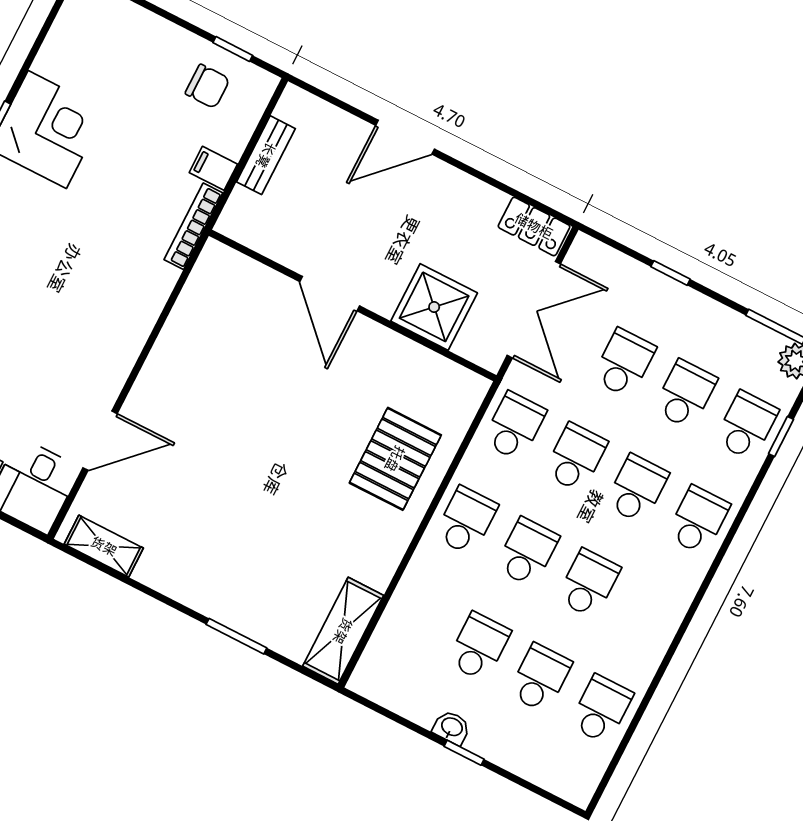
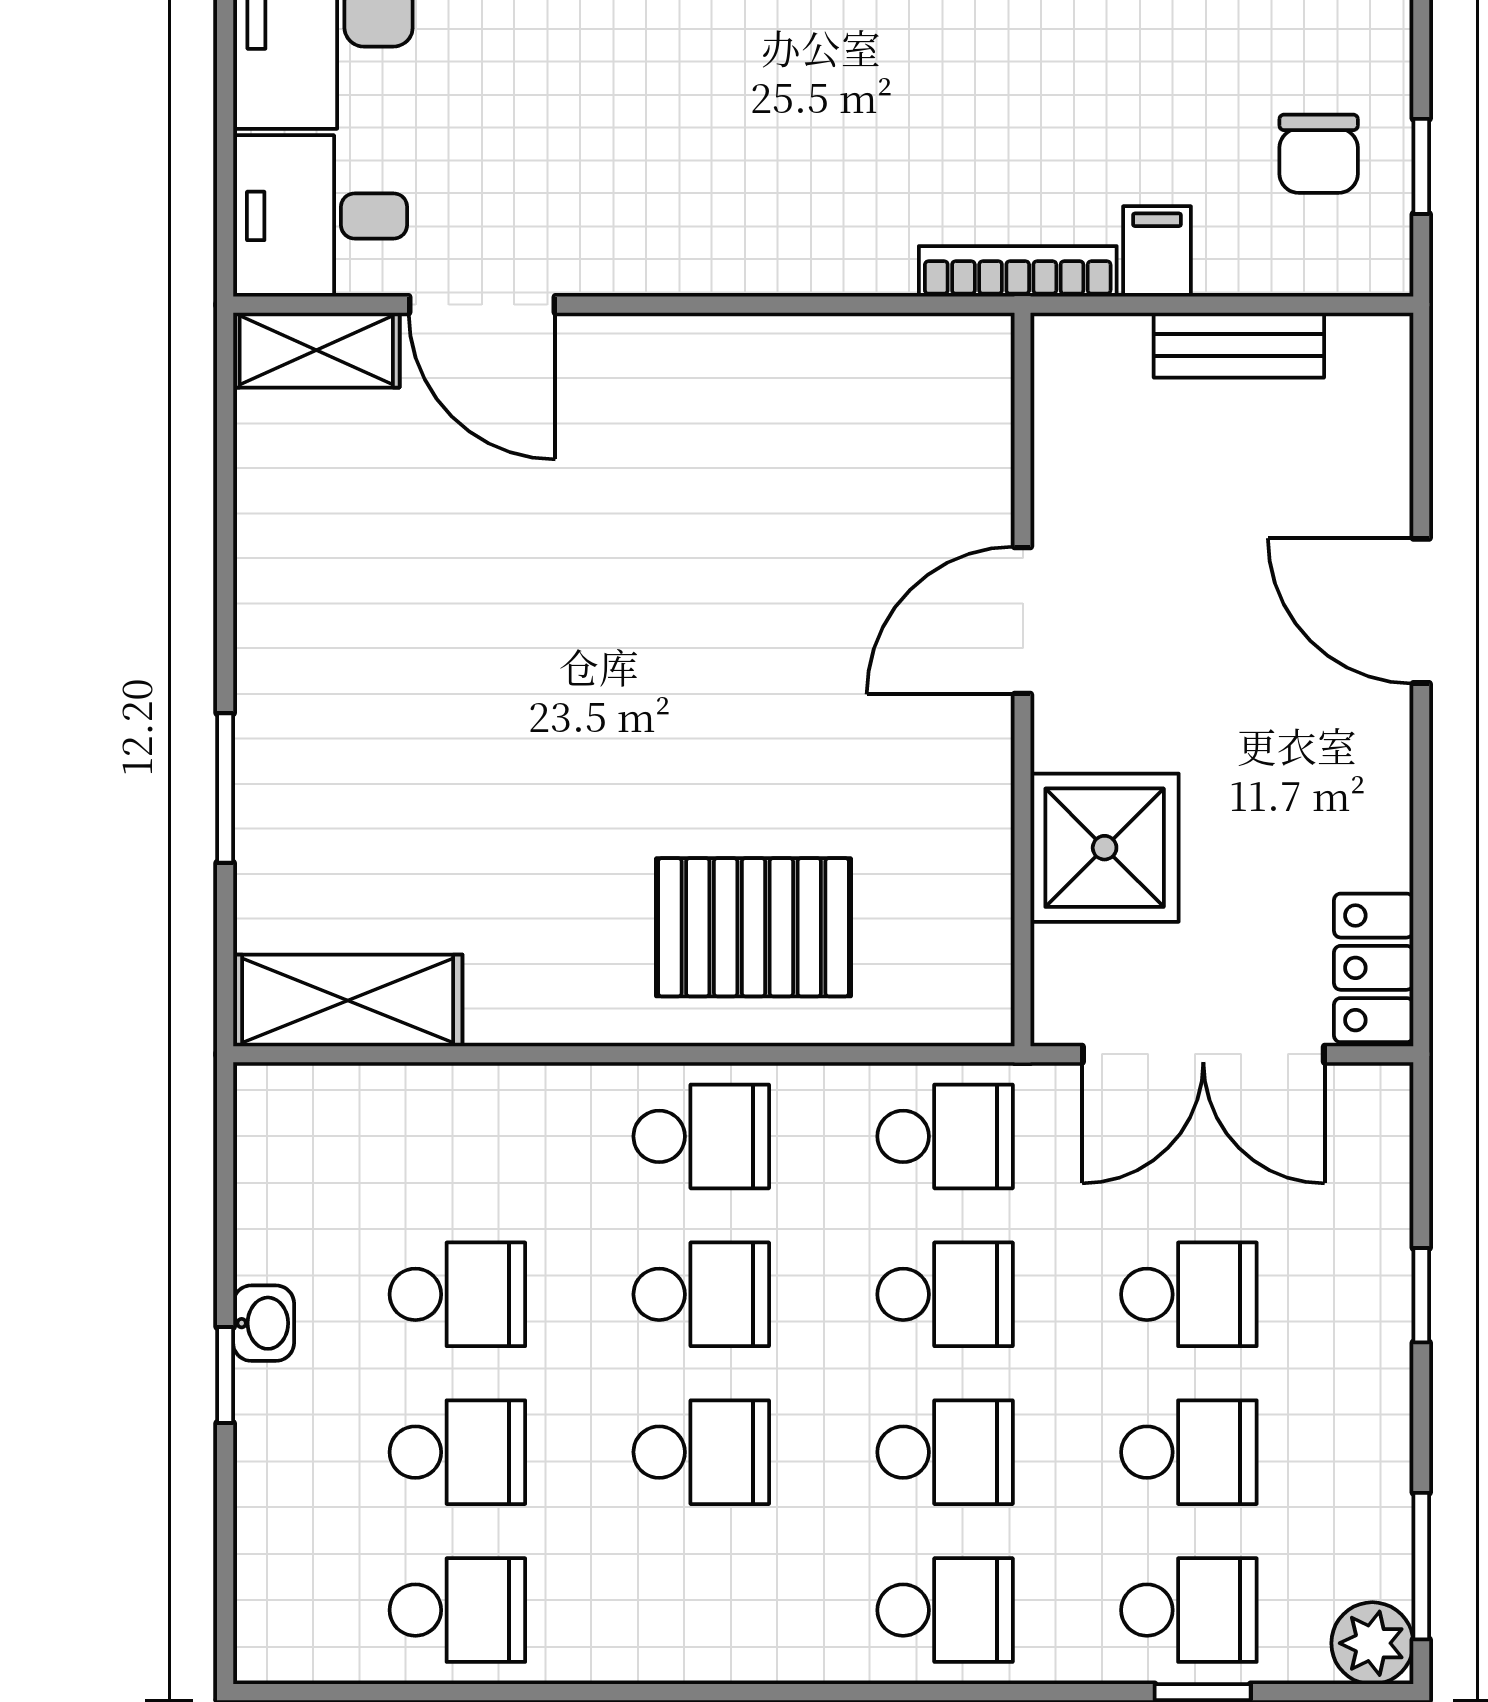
shelving: (104, 546) -> (316, 350), moved, turned 90

